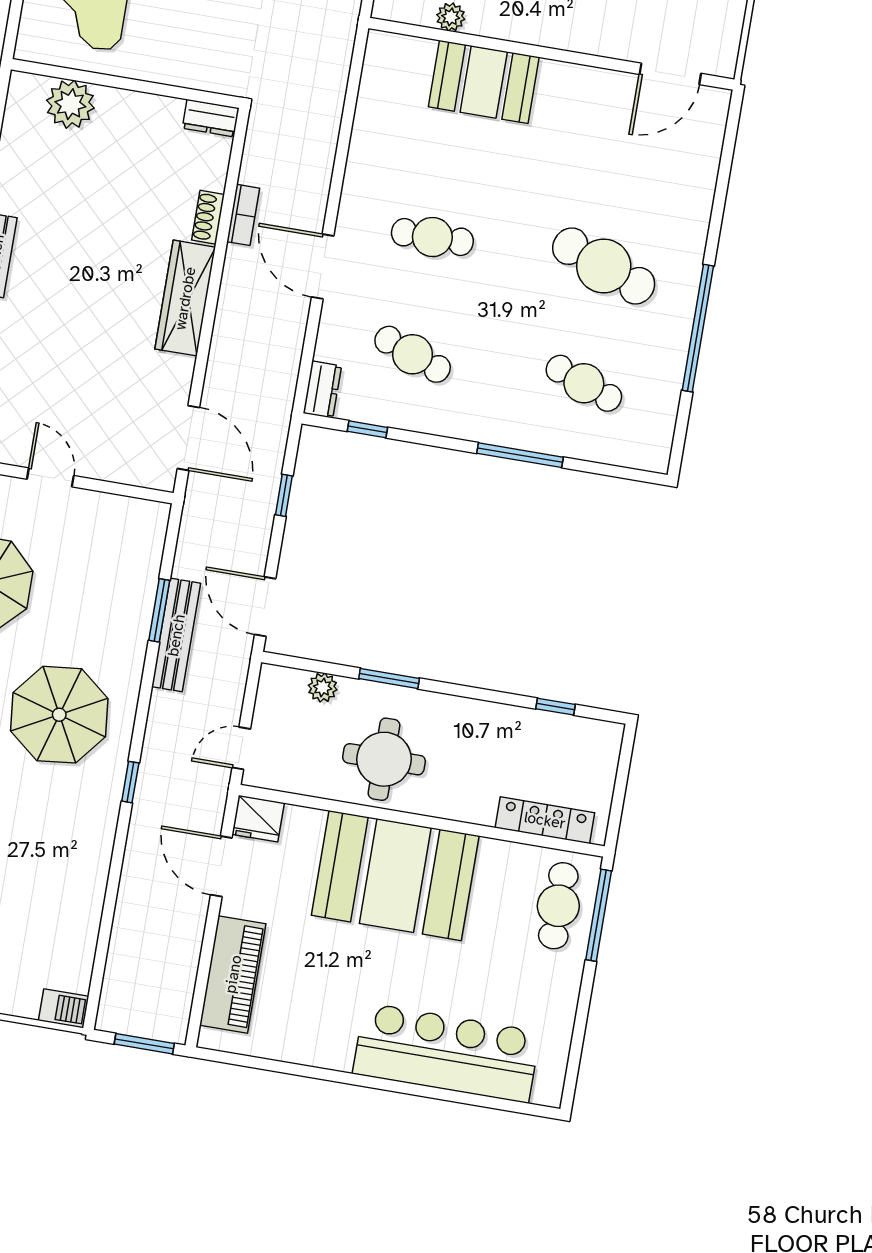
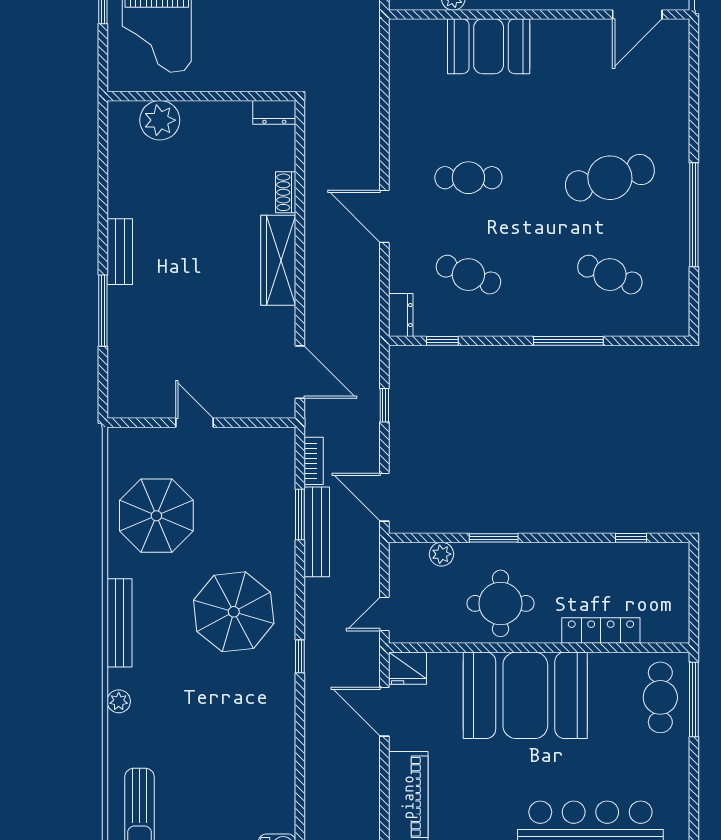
bookcase: (243, 215) -> (314, 461), moved
cafe table: (604, 266) -> (610, 178), turned -36
locker: (545, 820) -> (601, 631), moved

